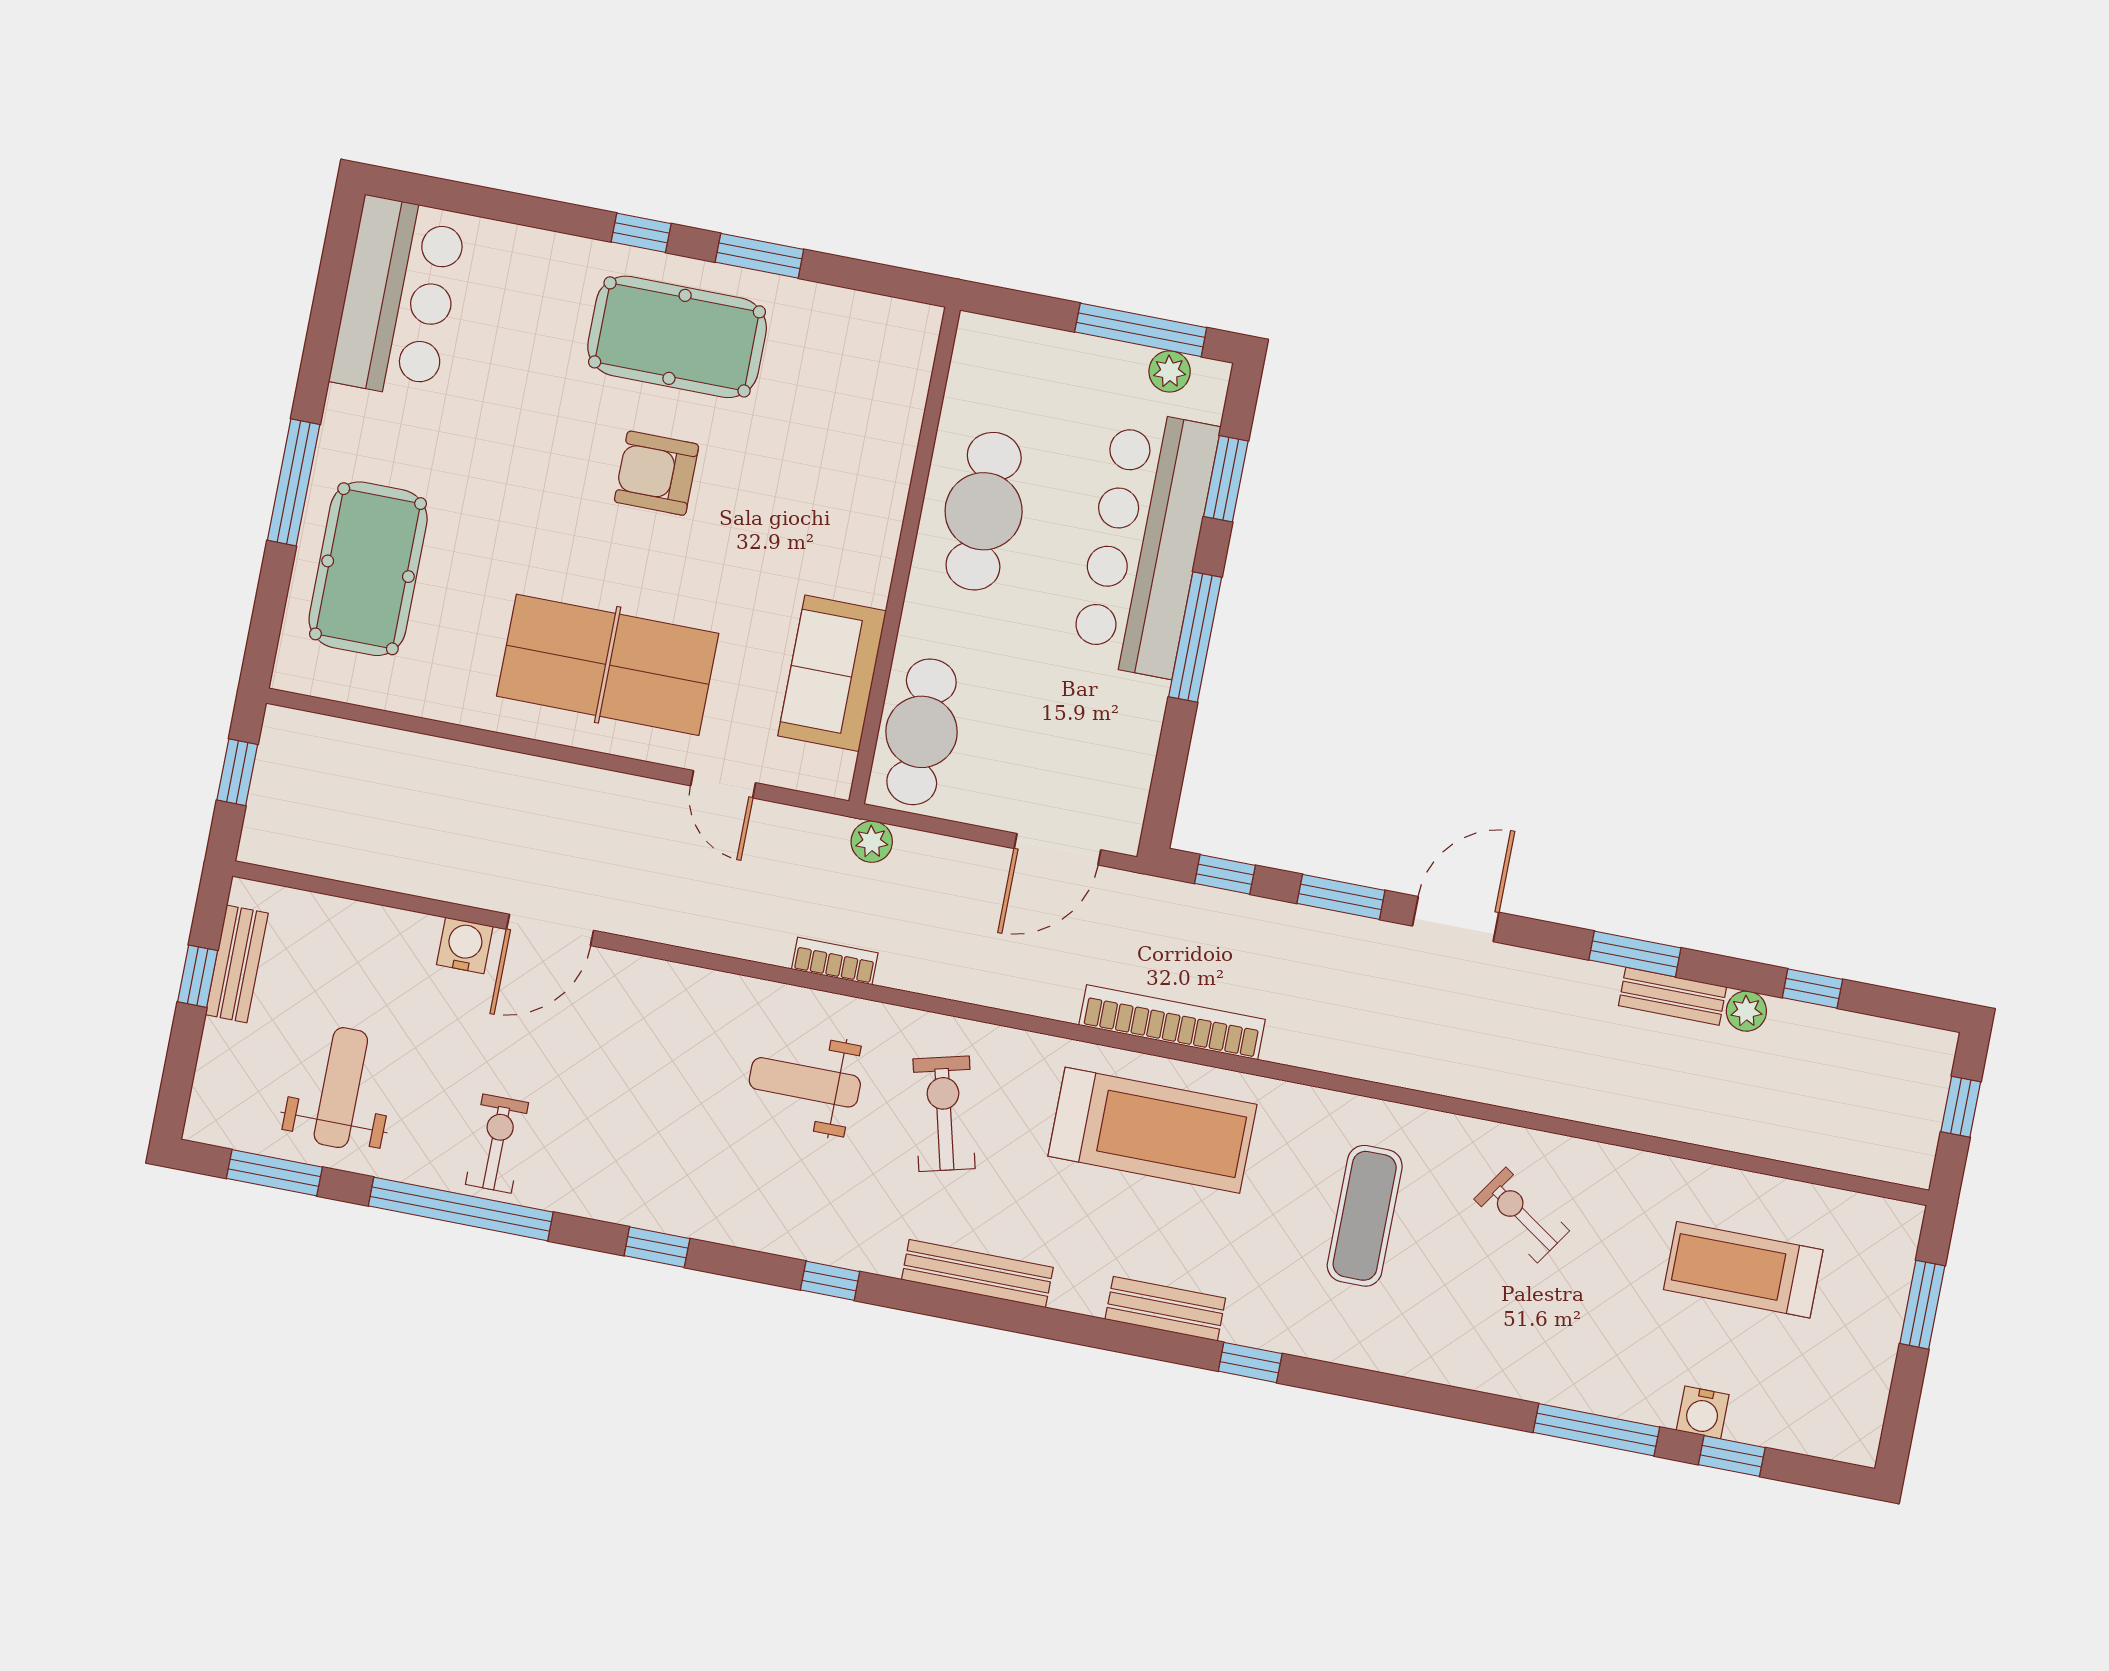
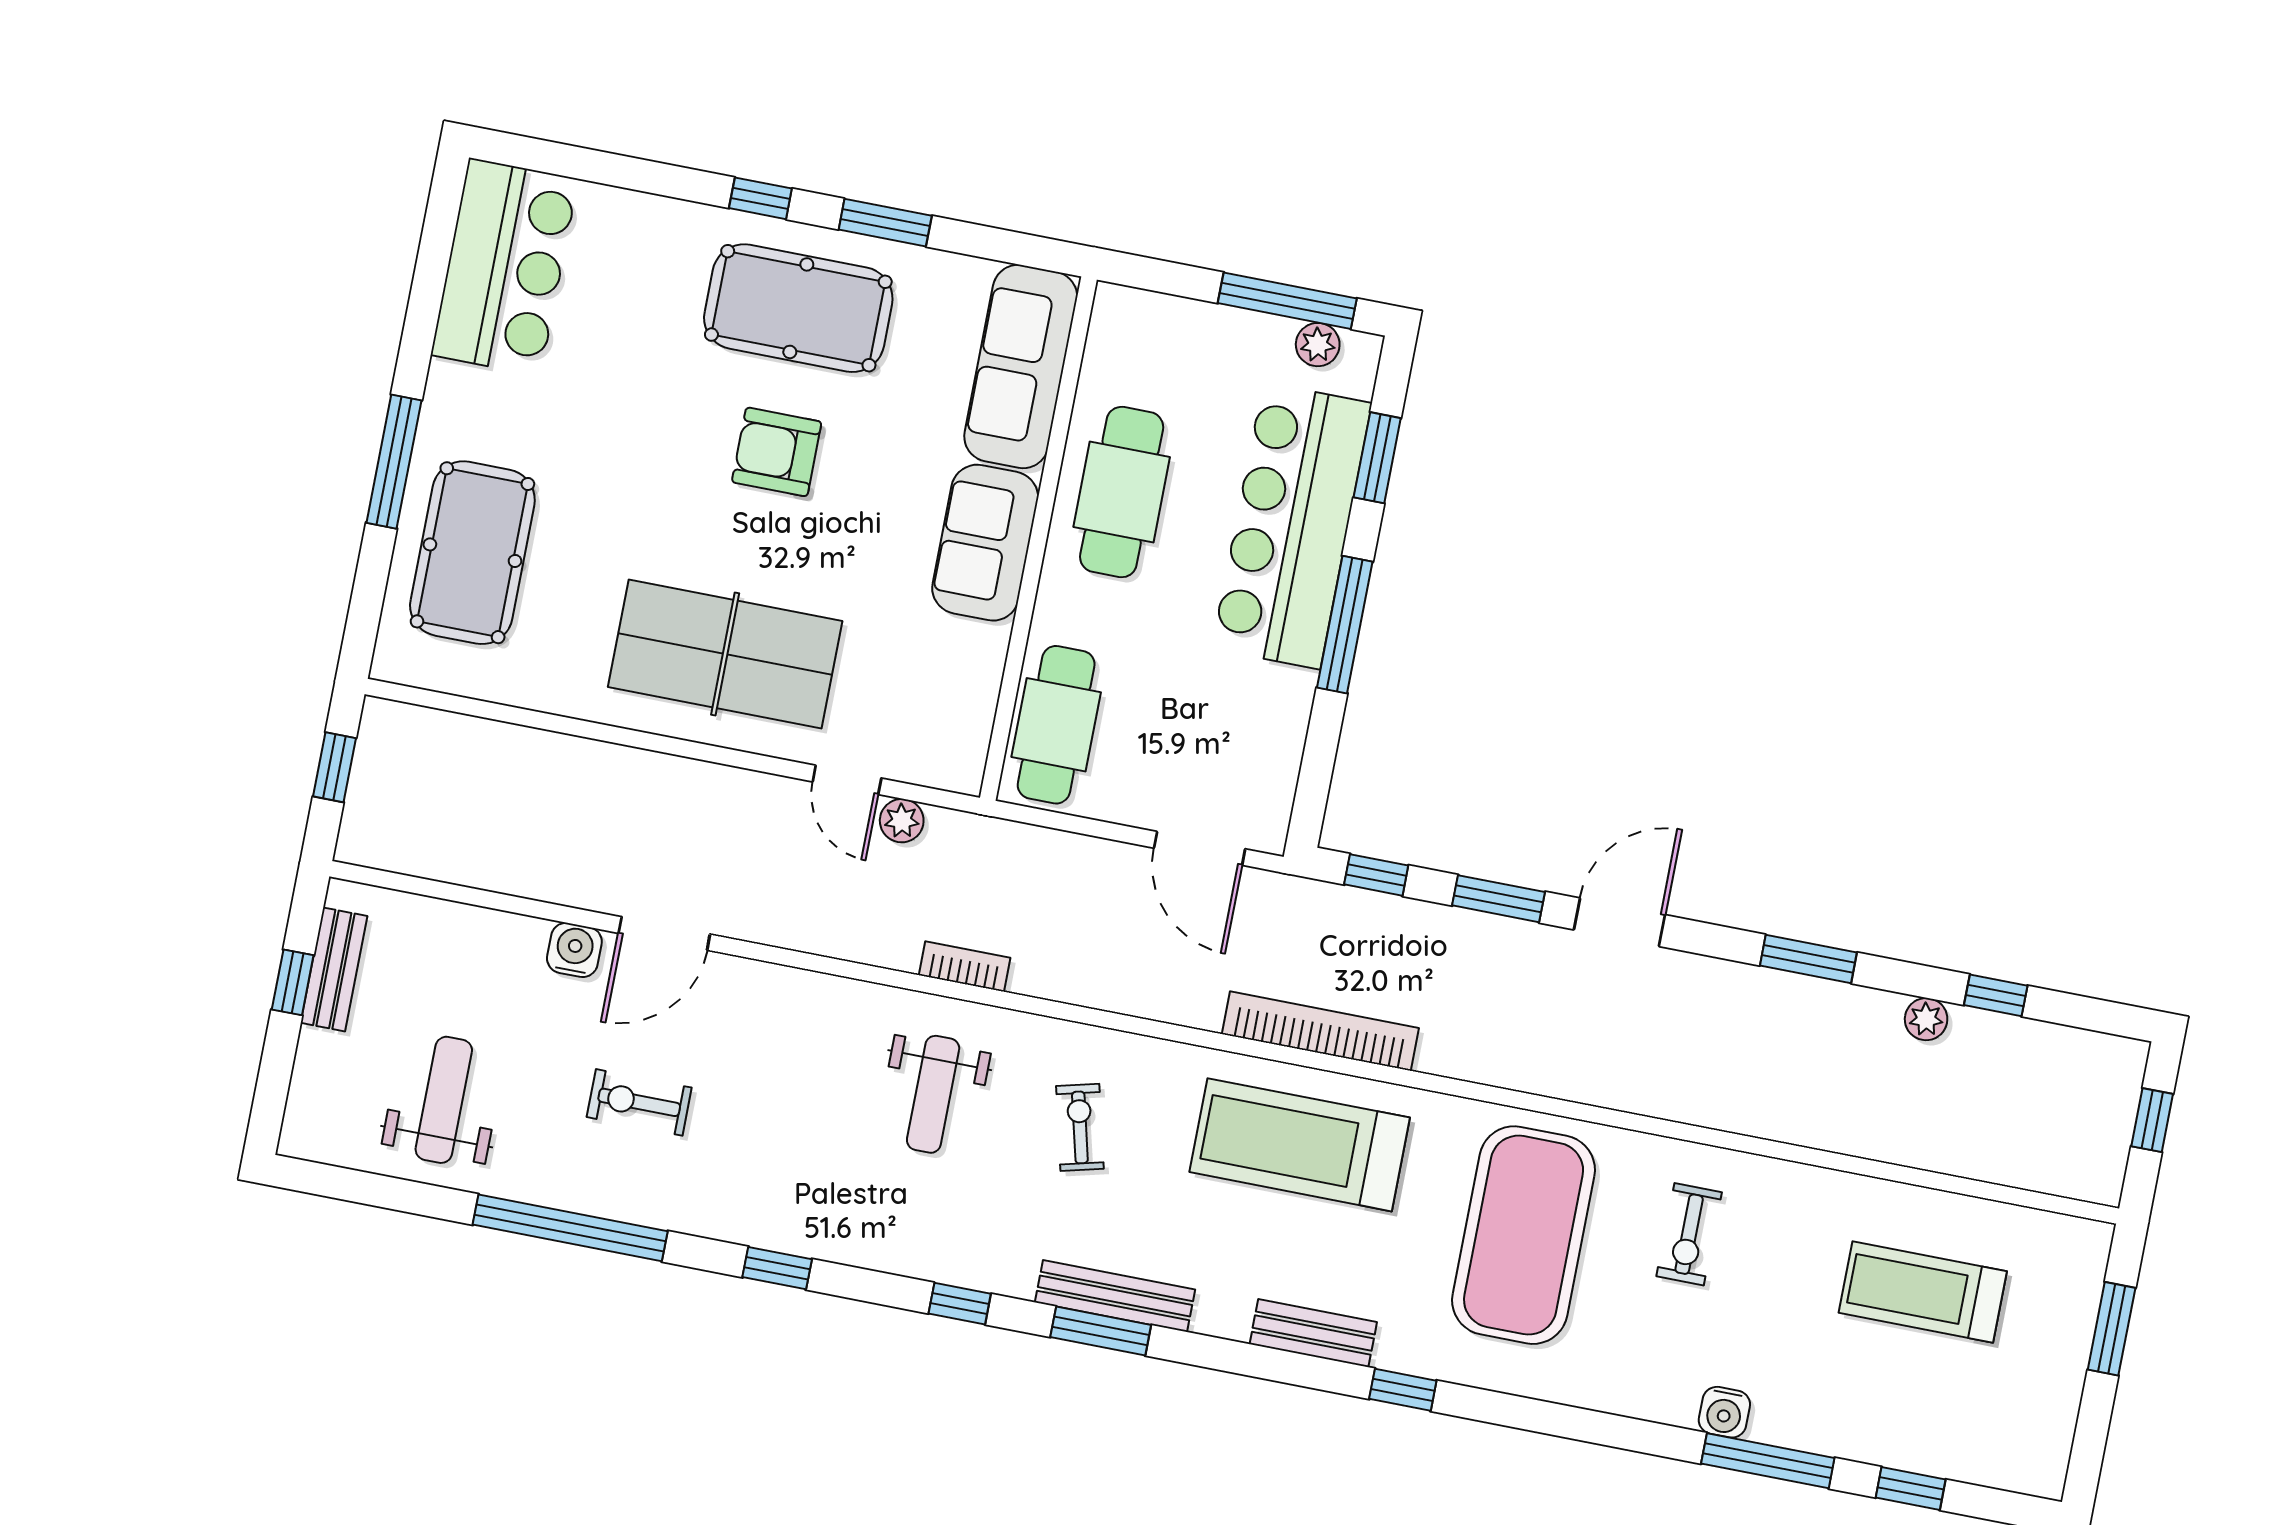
sofa: (888, 392) -> (1021, 366), added
sofa: (832, 673) -> (985, 543), moved
plant: (872, 842) -> (902, 821), moved
door: (1057, 849) -> (1200, 848), hinge flipped
bench: (1672, 996) -> (1848, 1004), removed
weight bench: (805, 1082) -> (933, 1094), turned -90
exercise bike: (944, 1114) -> (1080, 1127), width x0.73, depth x0.72
treadmill: (1152, 1130) -> (1300, 1145), turned 180
exercise bike: (497, 1144) -> (639, 1102), moved, turned -90
window: (274, 1173) -> (1101, 1331), moved
exercise bike: (1522, 1215) -> (1689, 1234), turned -124
exercise mat: (1365, 1216) -> (1524, 1235), width x2.00, depth x1.45
water cooler: (1703, 1412) -> (1724, 1412), moved

